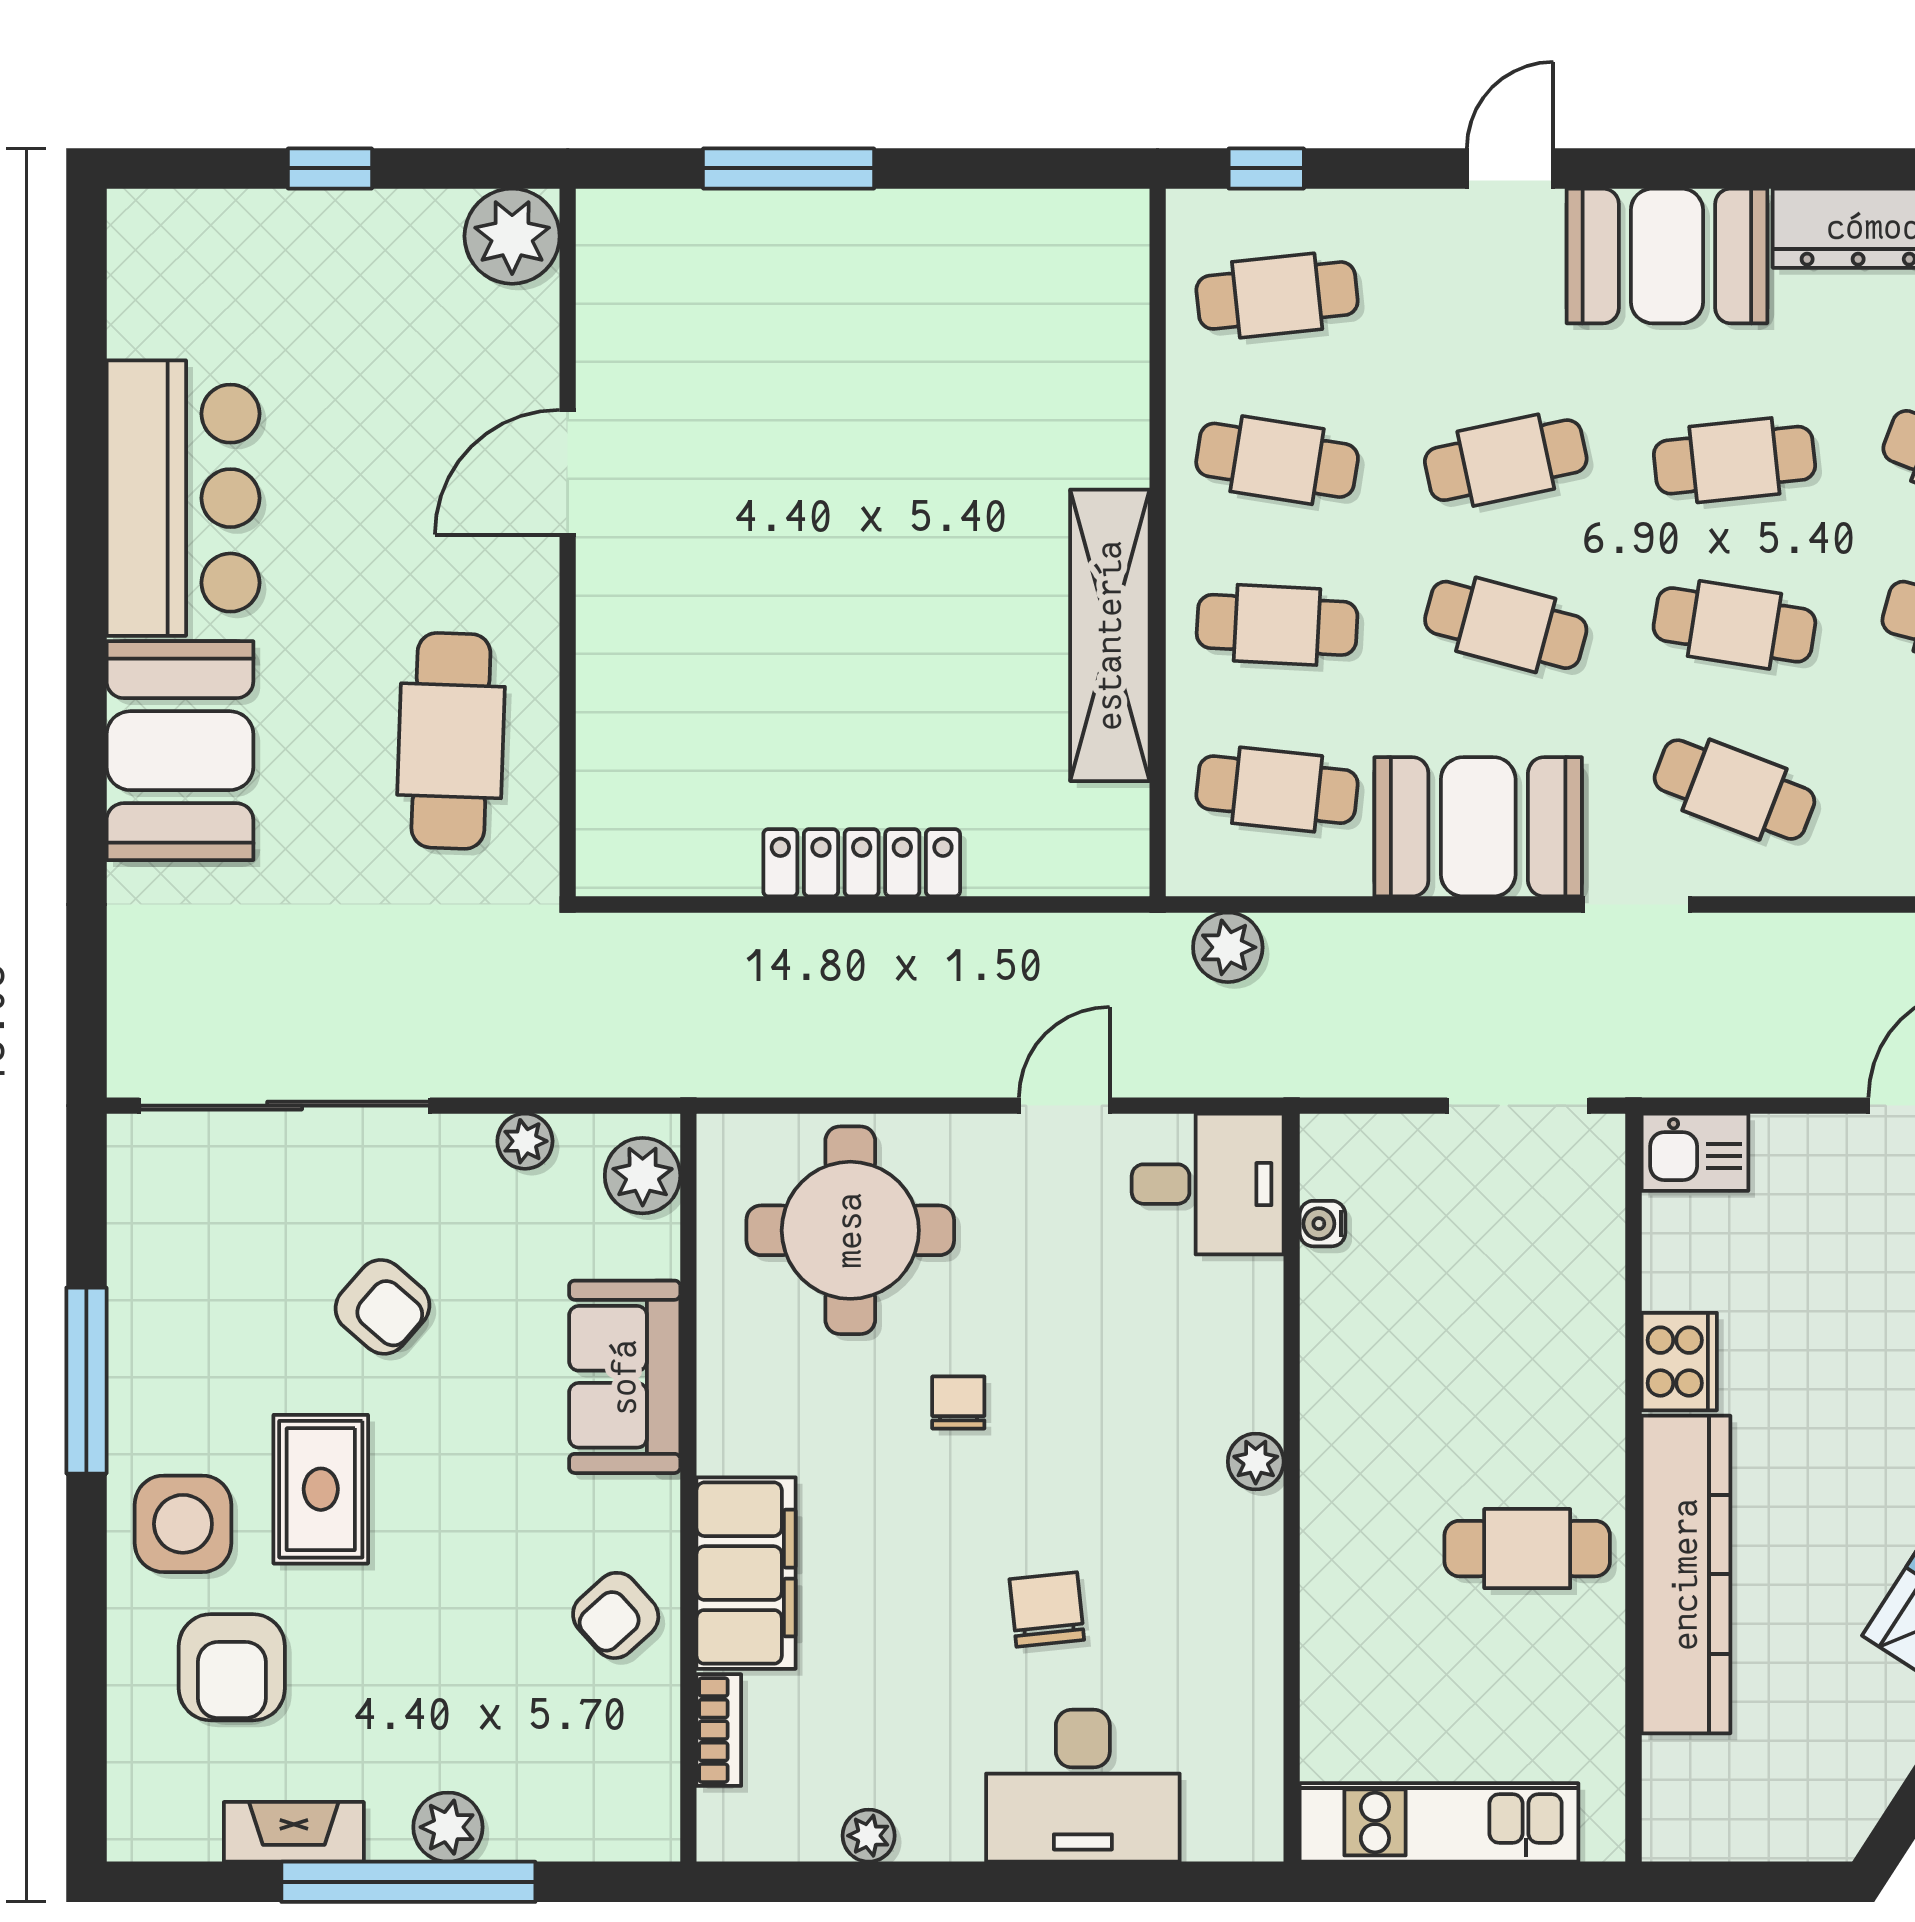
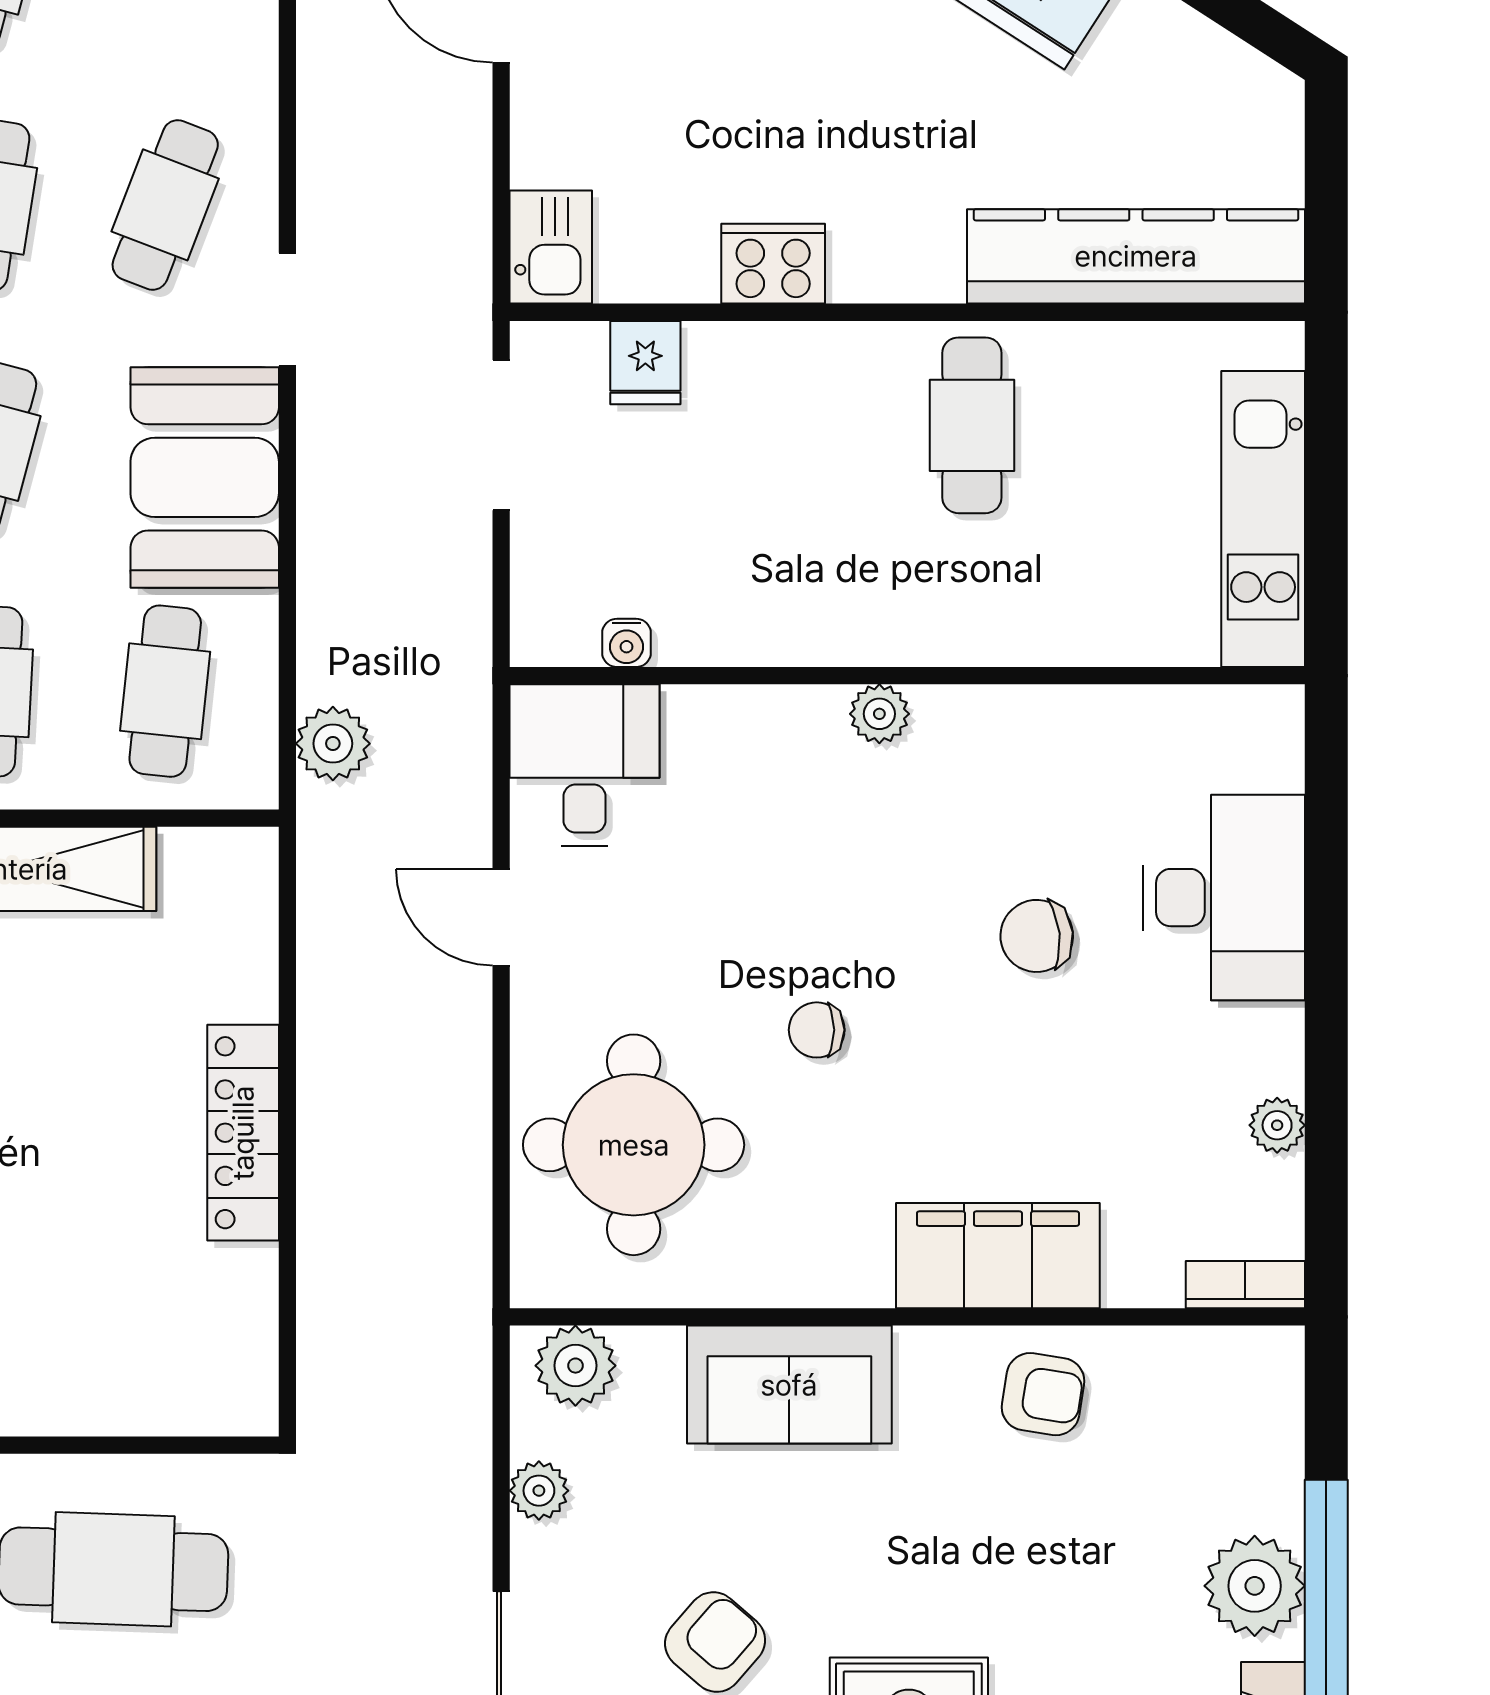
fridge: (1586, 1241) -> (645, 363), added
kitchen counter: (1686, 1574) -> (1136, 256), moved
armchair: (616, 1615) -> (1043, 1394), turned -39
bookcase: (719, 1730) -> (1245, 1285), moved
plant: (448, 1827) -> (1255, 1586), width x1.36, depth x1.36

